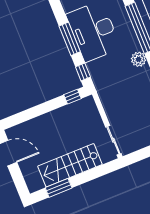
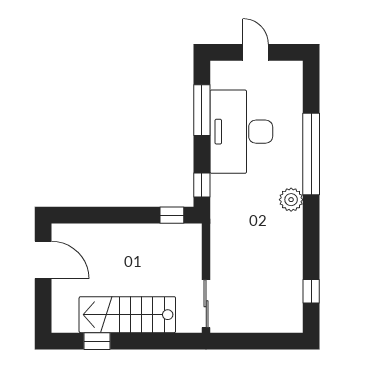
window: (70, 39) -> (202, 110), moved
window: (59, 188) -> (97, 341), width x0.67

